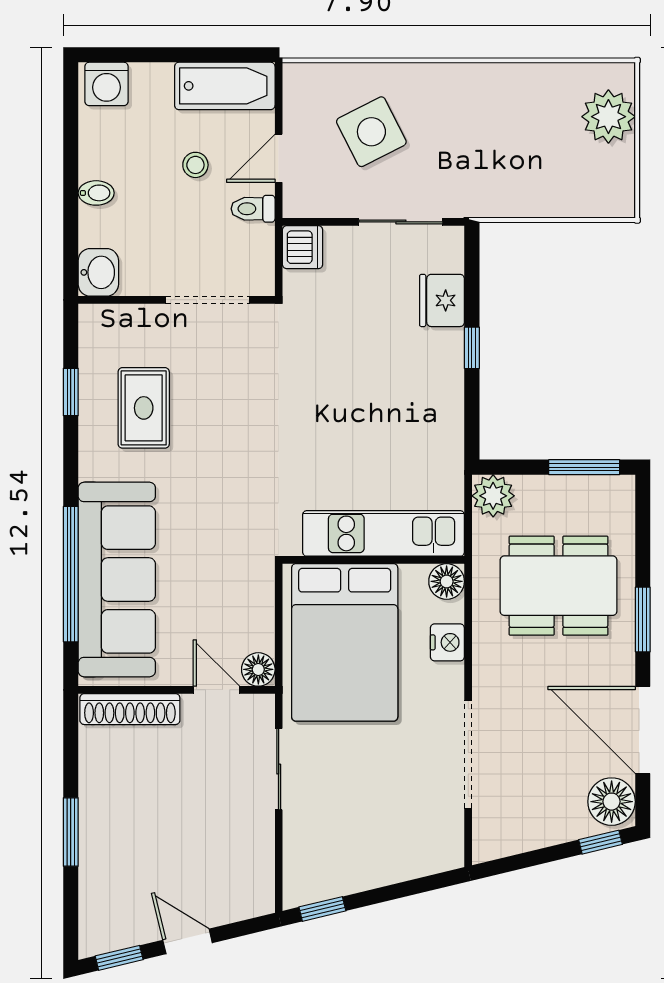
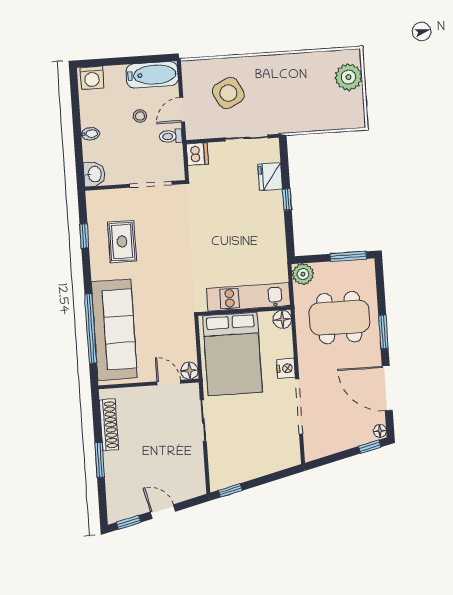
nightstand: (447, 642) -> (286, 368), moved
shoe rack: (130, 709) -> (109, 425), moved, turned -90
floor lamp: (612, 802) -> (380, 431), width x0.53, depth x0.53

